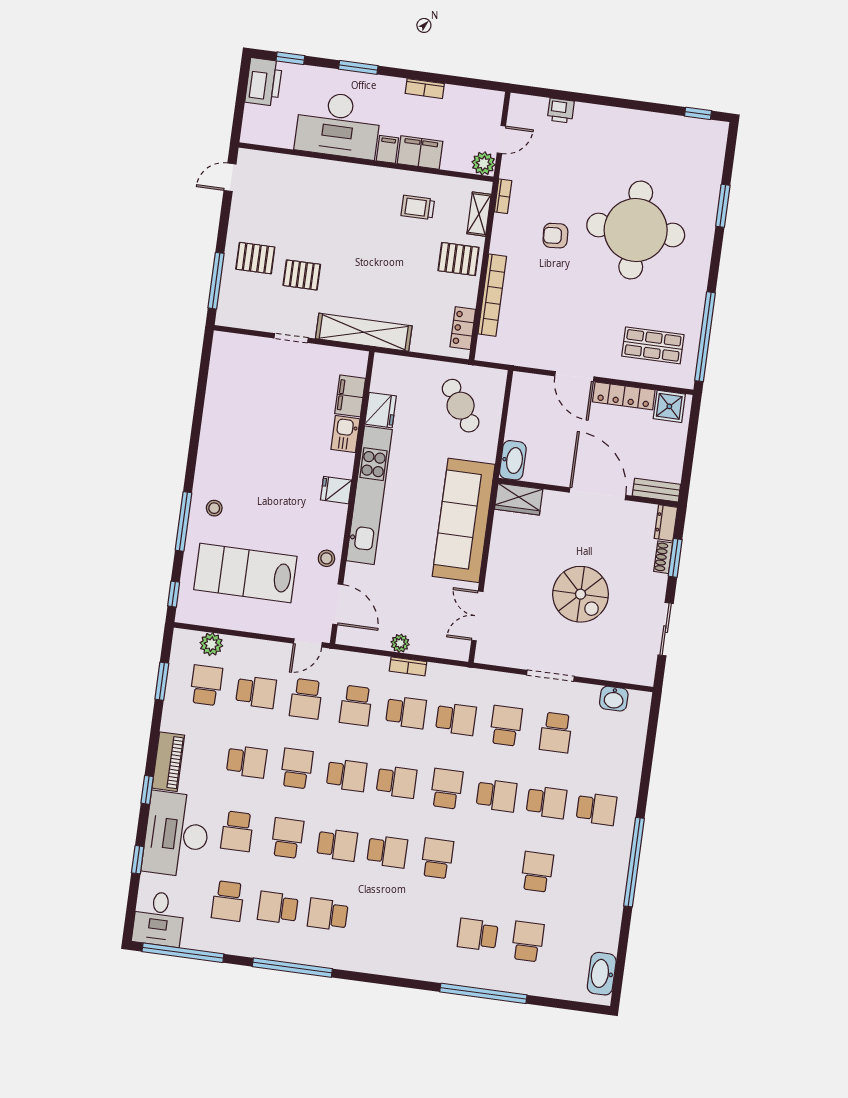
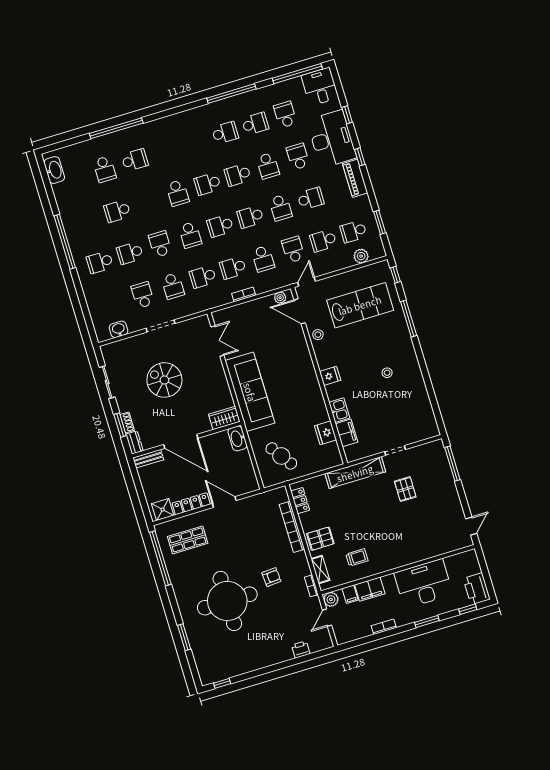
filing cabinet: (387, 149) -> (350, 594), moved
pallet: (255, 258) -> (436, 487), removed
pallet: (302, 275) -> (405, 489), turned 90
kitchen unit: (369, 495) -> (310, 382), removed
stool: (214, 508) -> (387, 373), moved
plant: (400, 643) -> (280, 298), moved
school desk: (206, 685) -> (353, 231), turned 90
school desk: (356, 706) -> (263, 259), turned 180
school desk: (247, 762) -> (311, 199), turned 180
school desk: (496, 795) -> (160, 244), turned 90
school desk: (537, 872) -> (117, 211), turned 90

